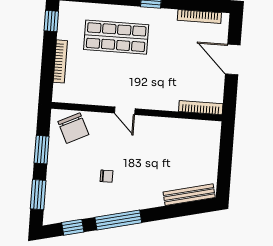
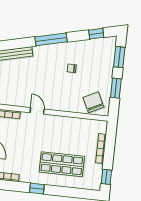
door: (125, 111) -> (37, 111), moved
window: (118, 220) -> (51, 39), moved

